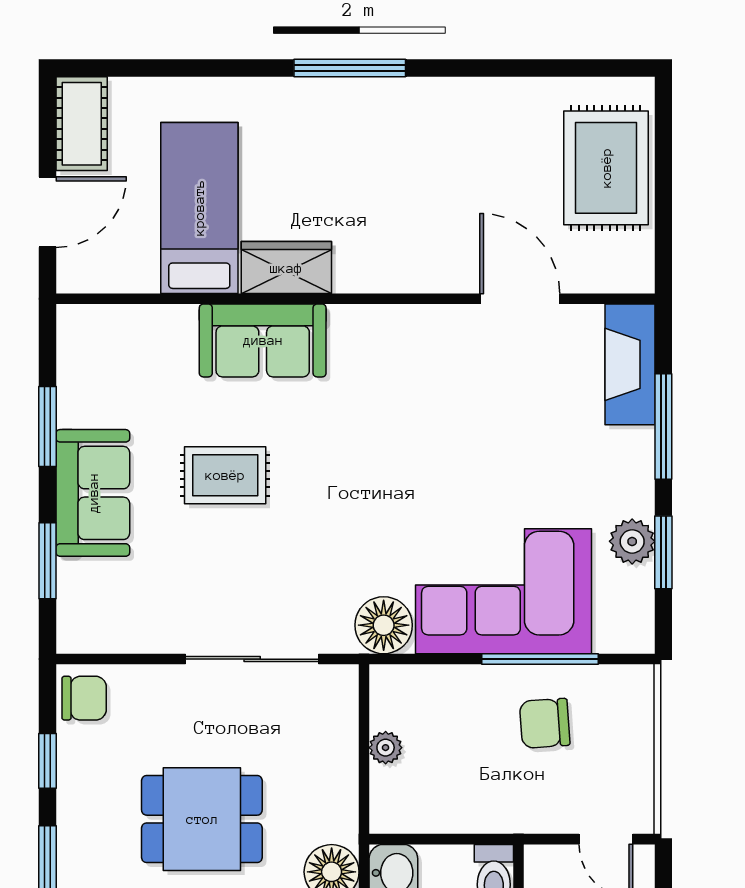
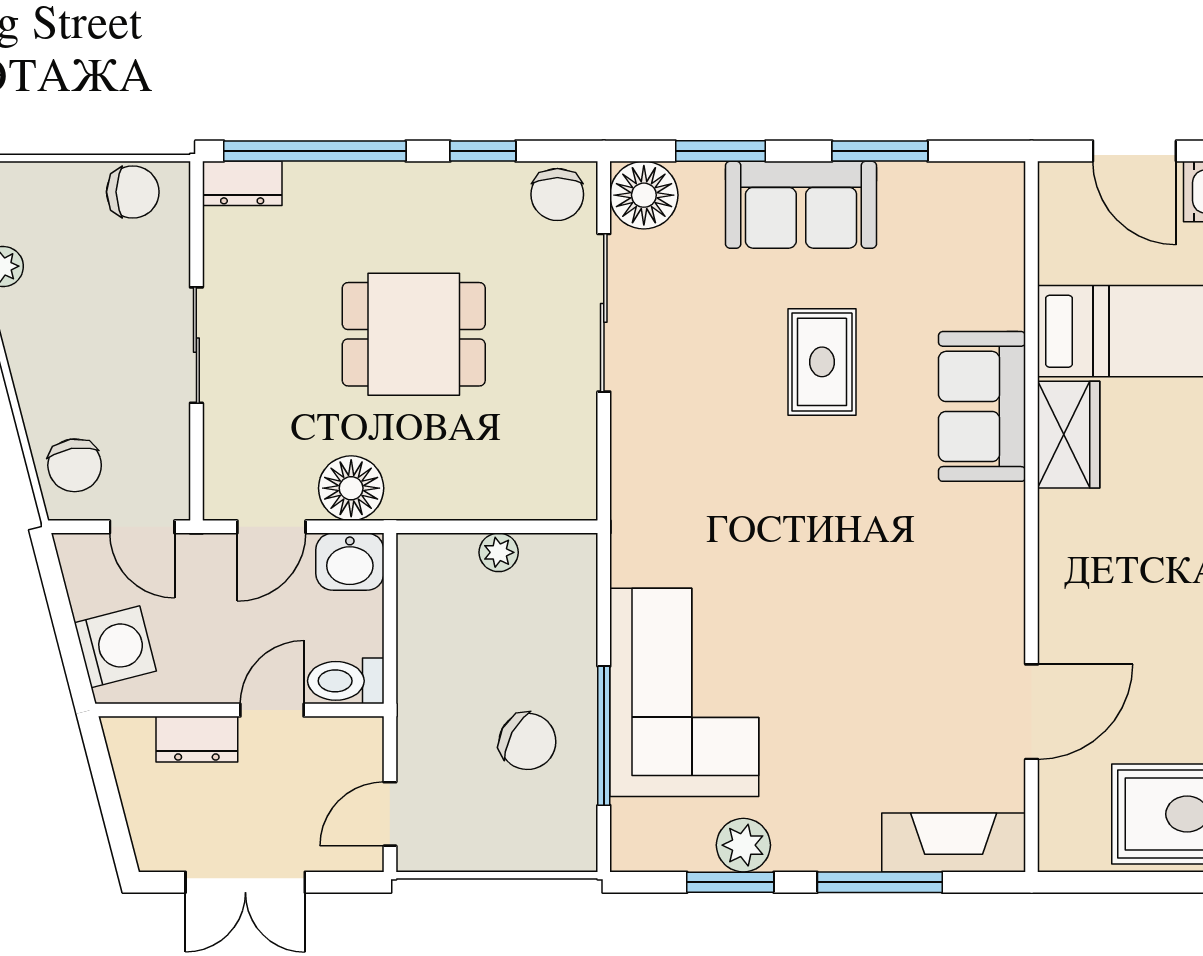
floor lamp: (384, 625) -> (644, 195), moved
sliding door: (252, 659) -> (604, 313), moved
chair: (545, 723) -> (527, 741), turned 122
dining table: (202, 819) -> (414, 334), turned 90

